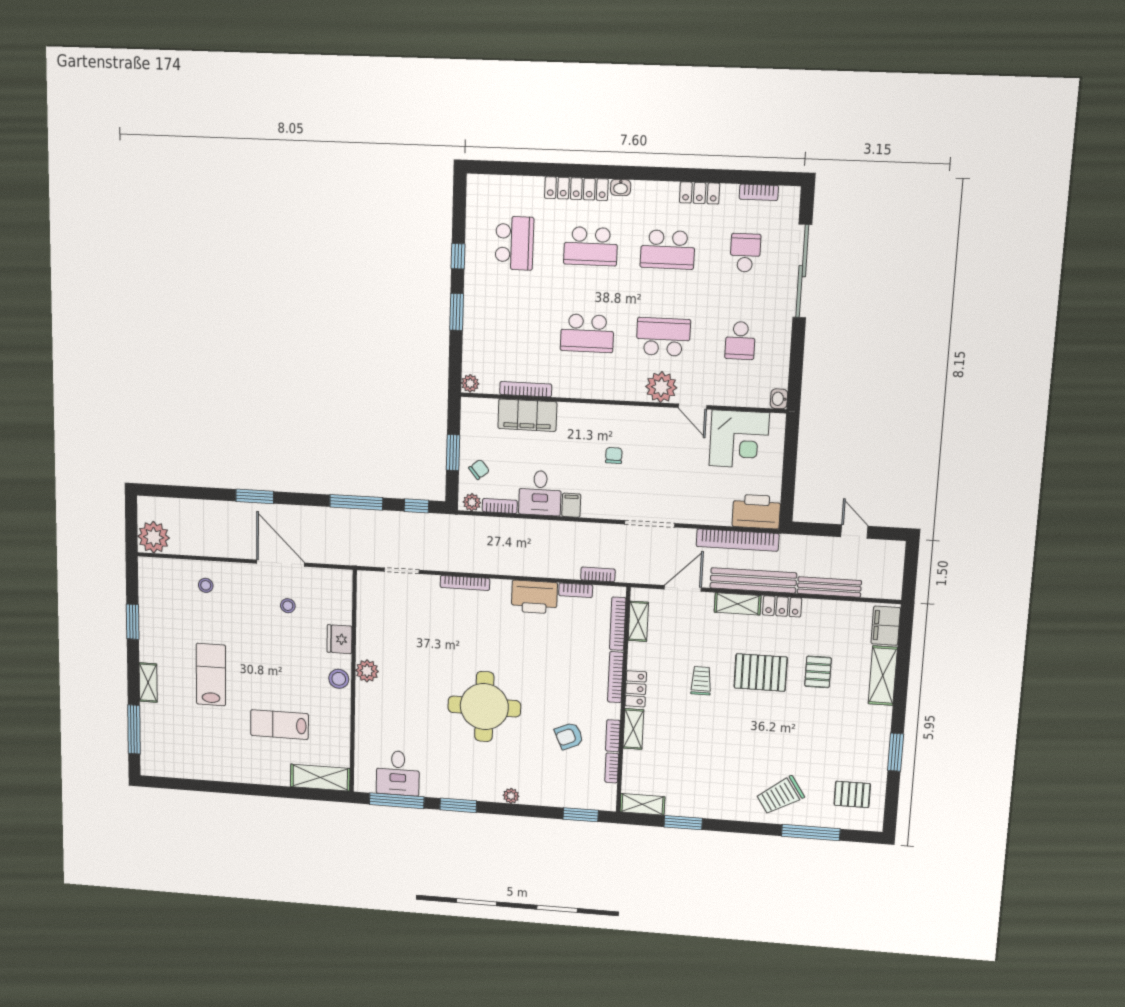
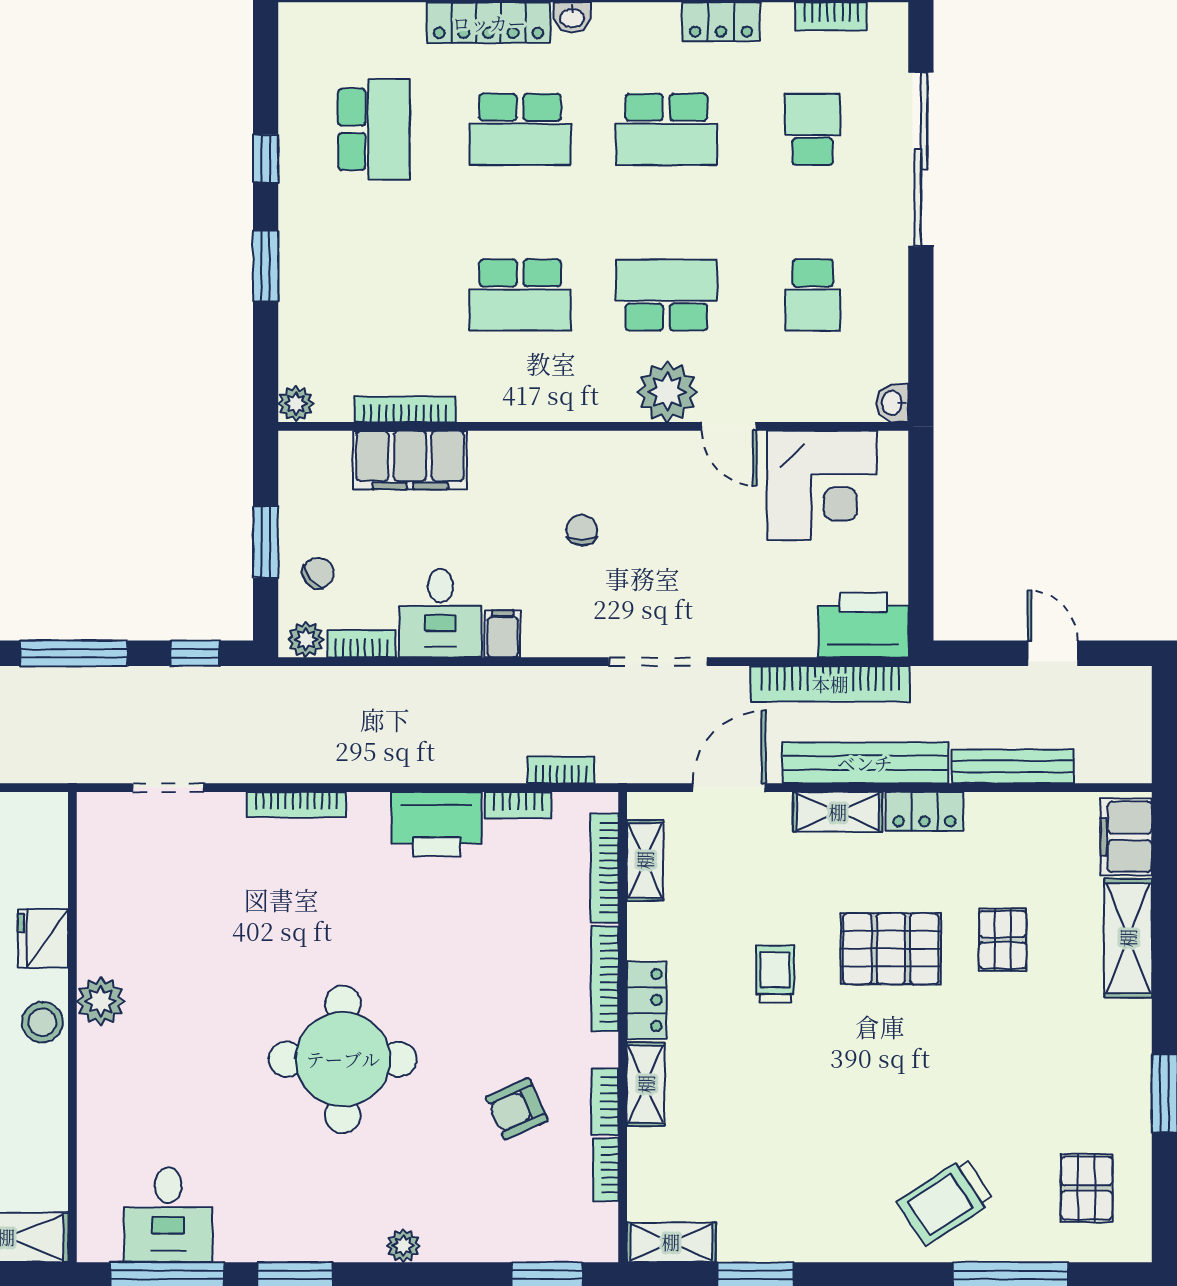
pallet: (852, 794) -> (1087, 1188), turned 90

